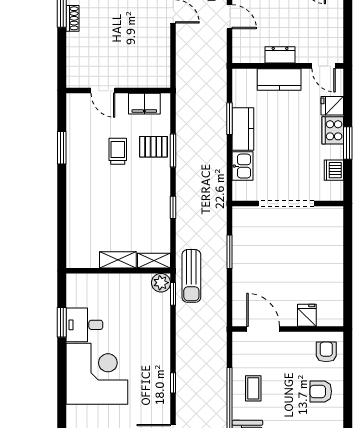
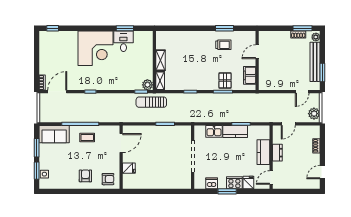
door: (230, 17) -> (288, 124), moved
trolley: (118, 151) -> (223, 45), moved

